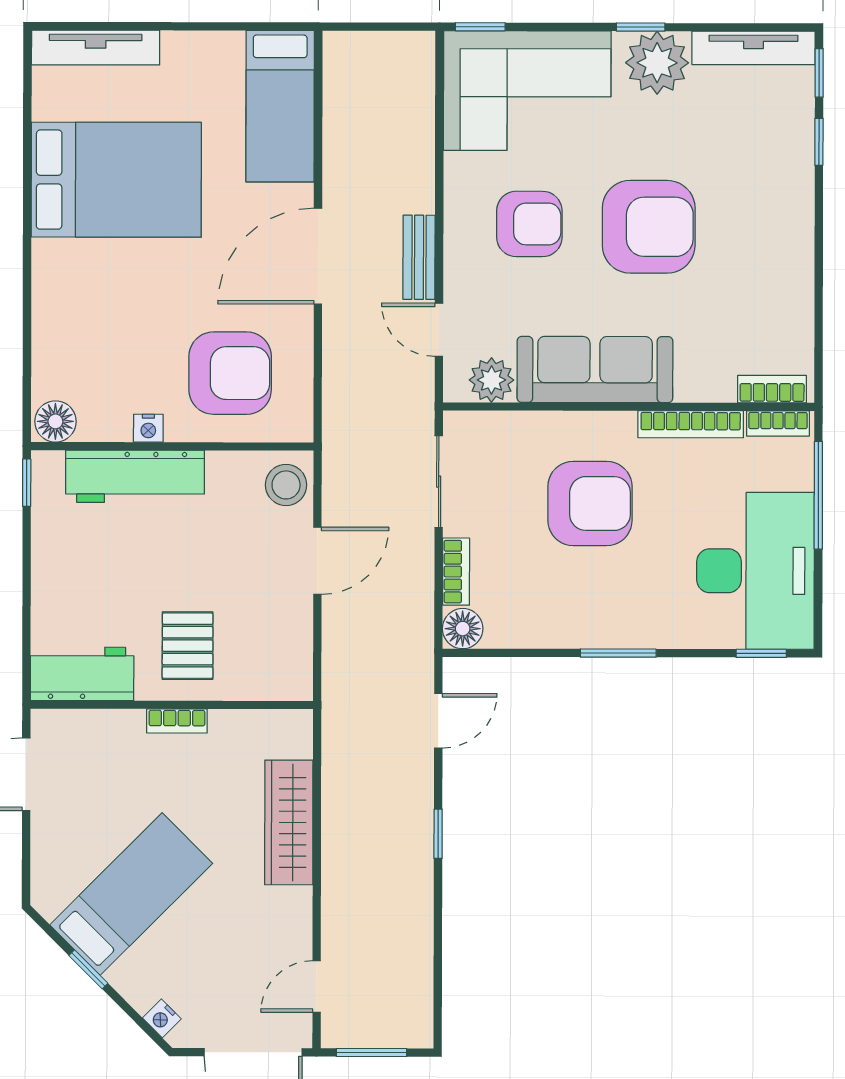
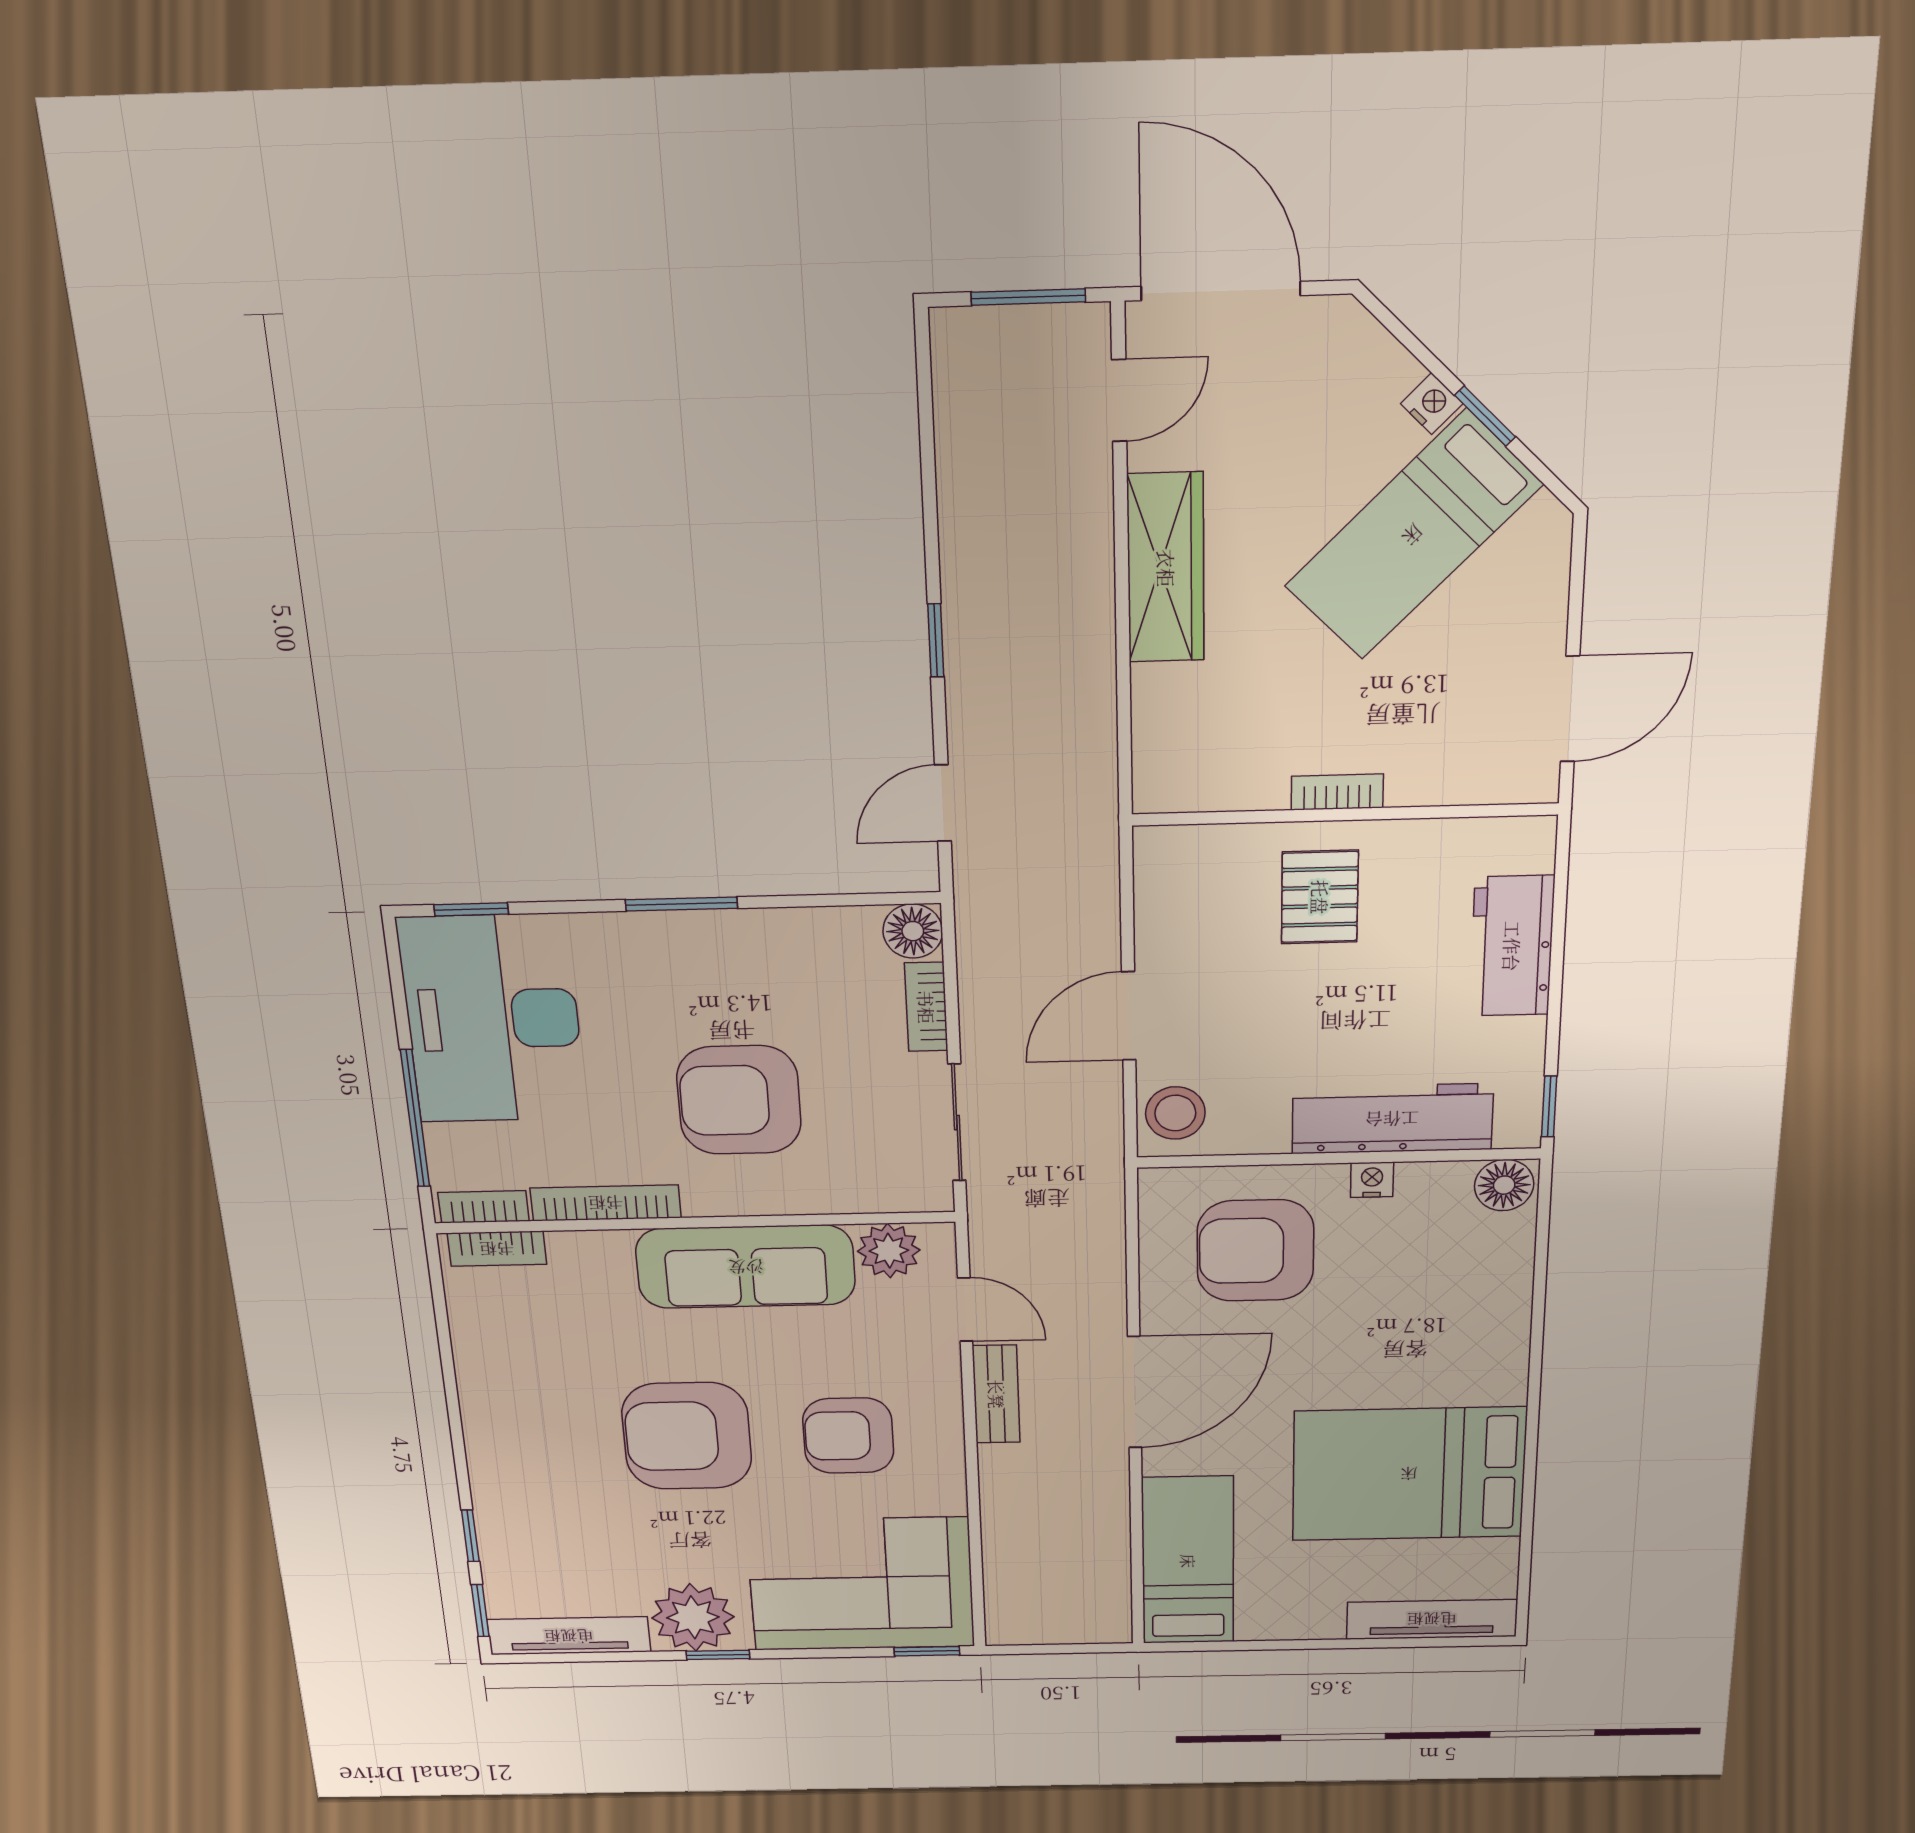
workbench: (82, 674) -> (1512, 946), moved, turned 90
wardrobe: (289, 822) -> (1166, 568), moved
nightstand: (162, 1018) -> (1432, 404), moved

